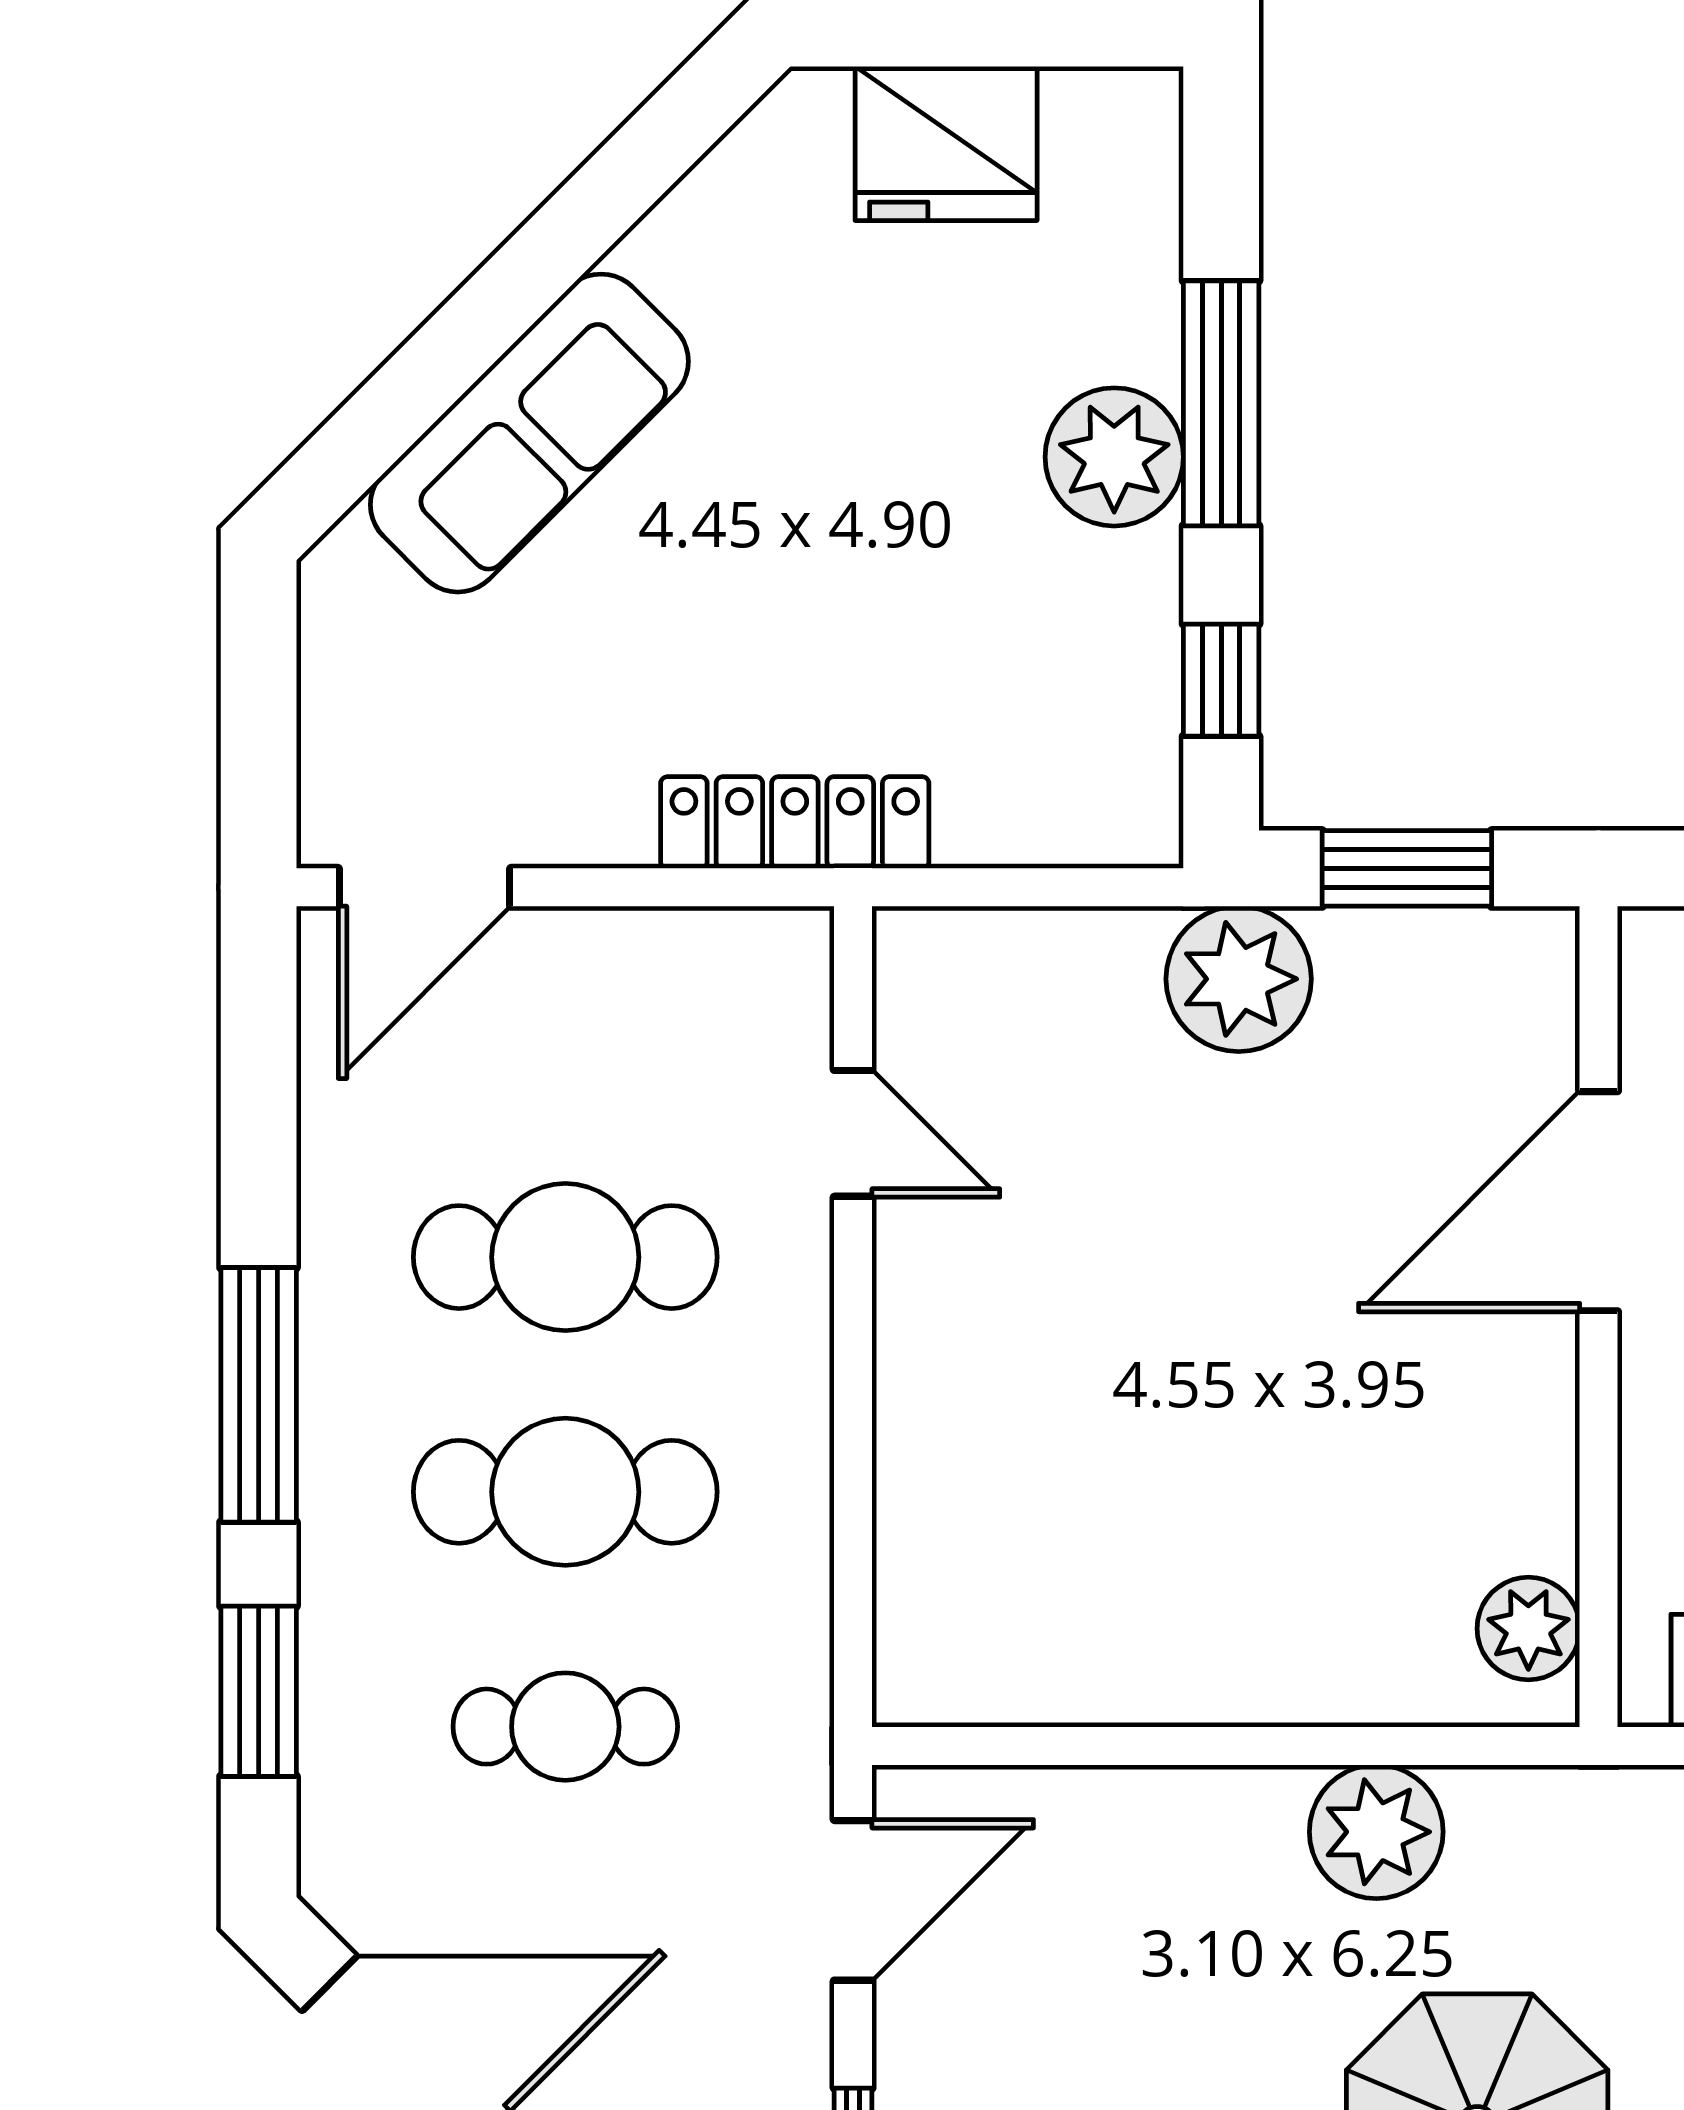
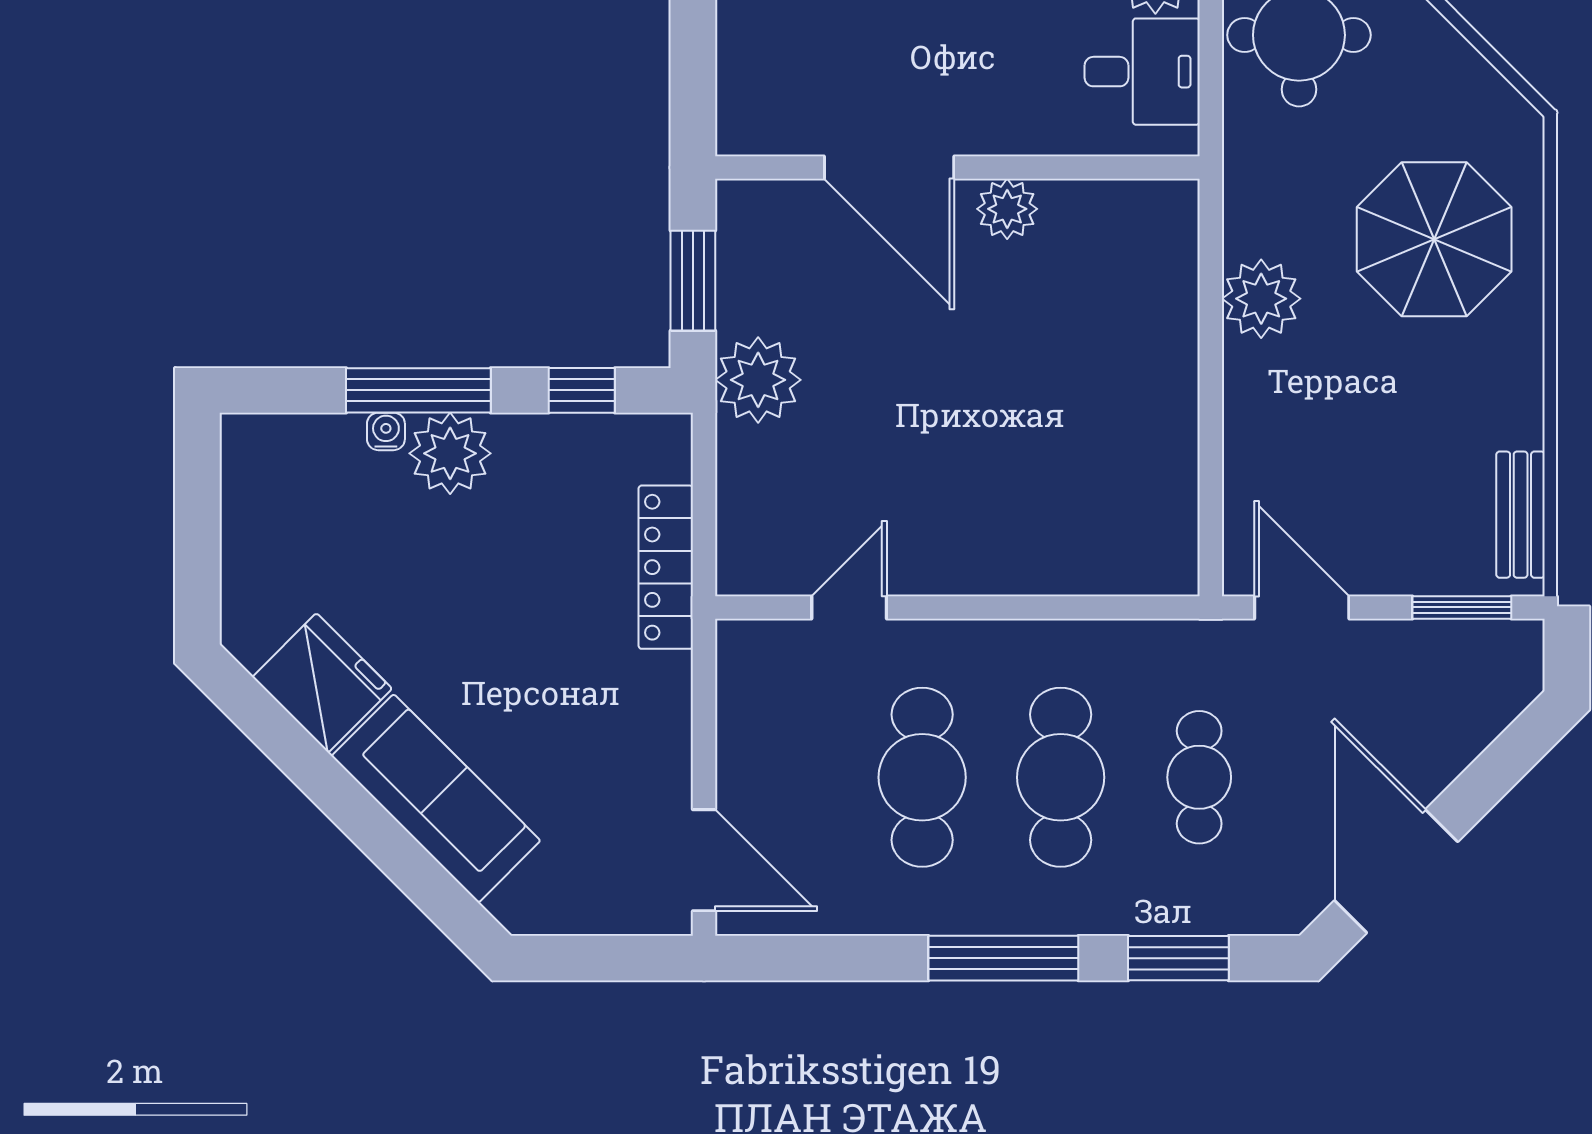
fridge: (946, 143) -> (322, 683), moved, turned -45
water cooler: (1151, 348) -> (386, 431), added
locker: (795, 823) -> (666, 567), moved
plant: (1528, 1629) -> (1007, 209), moved

